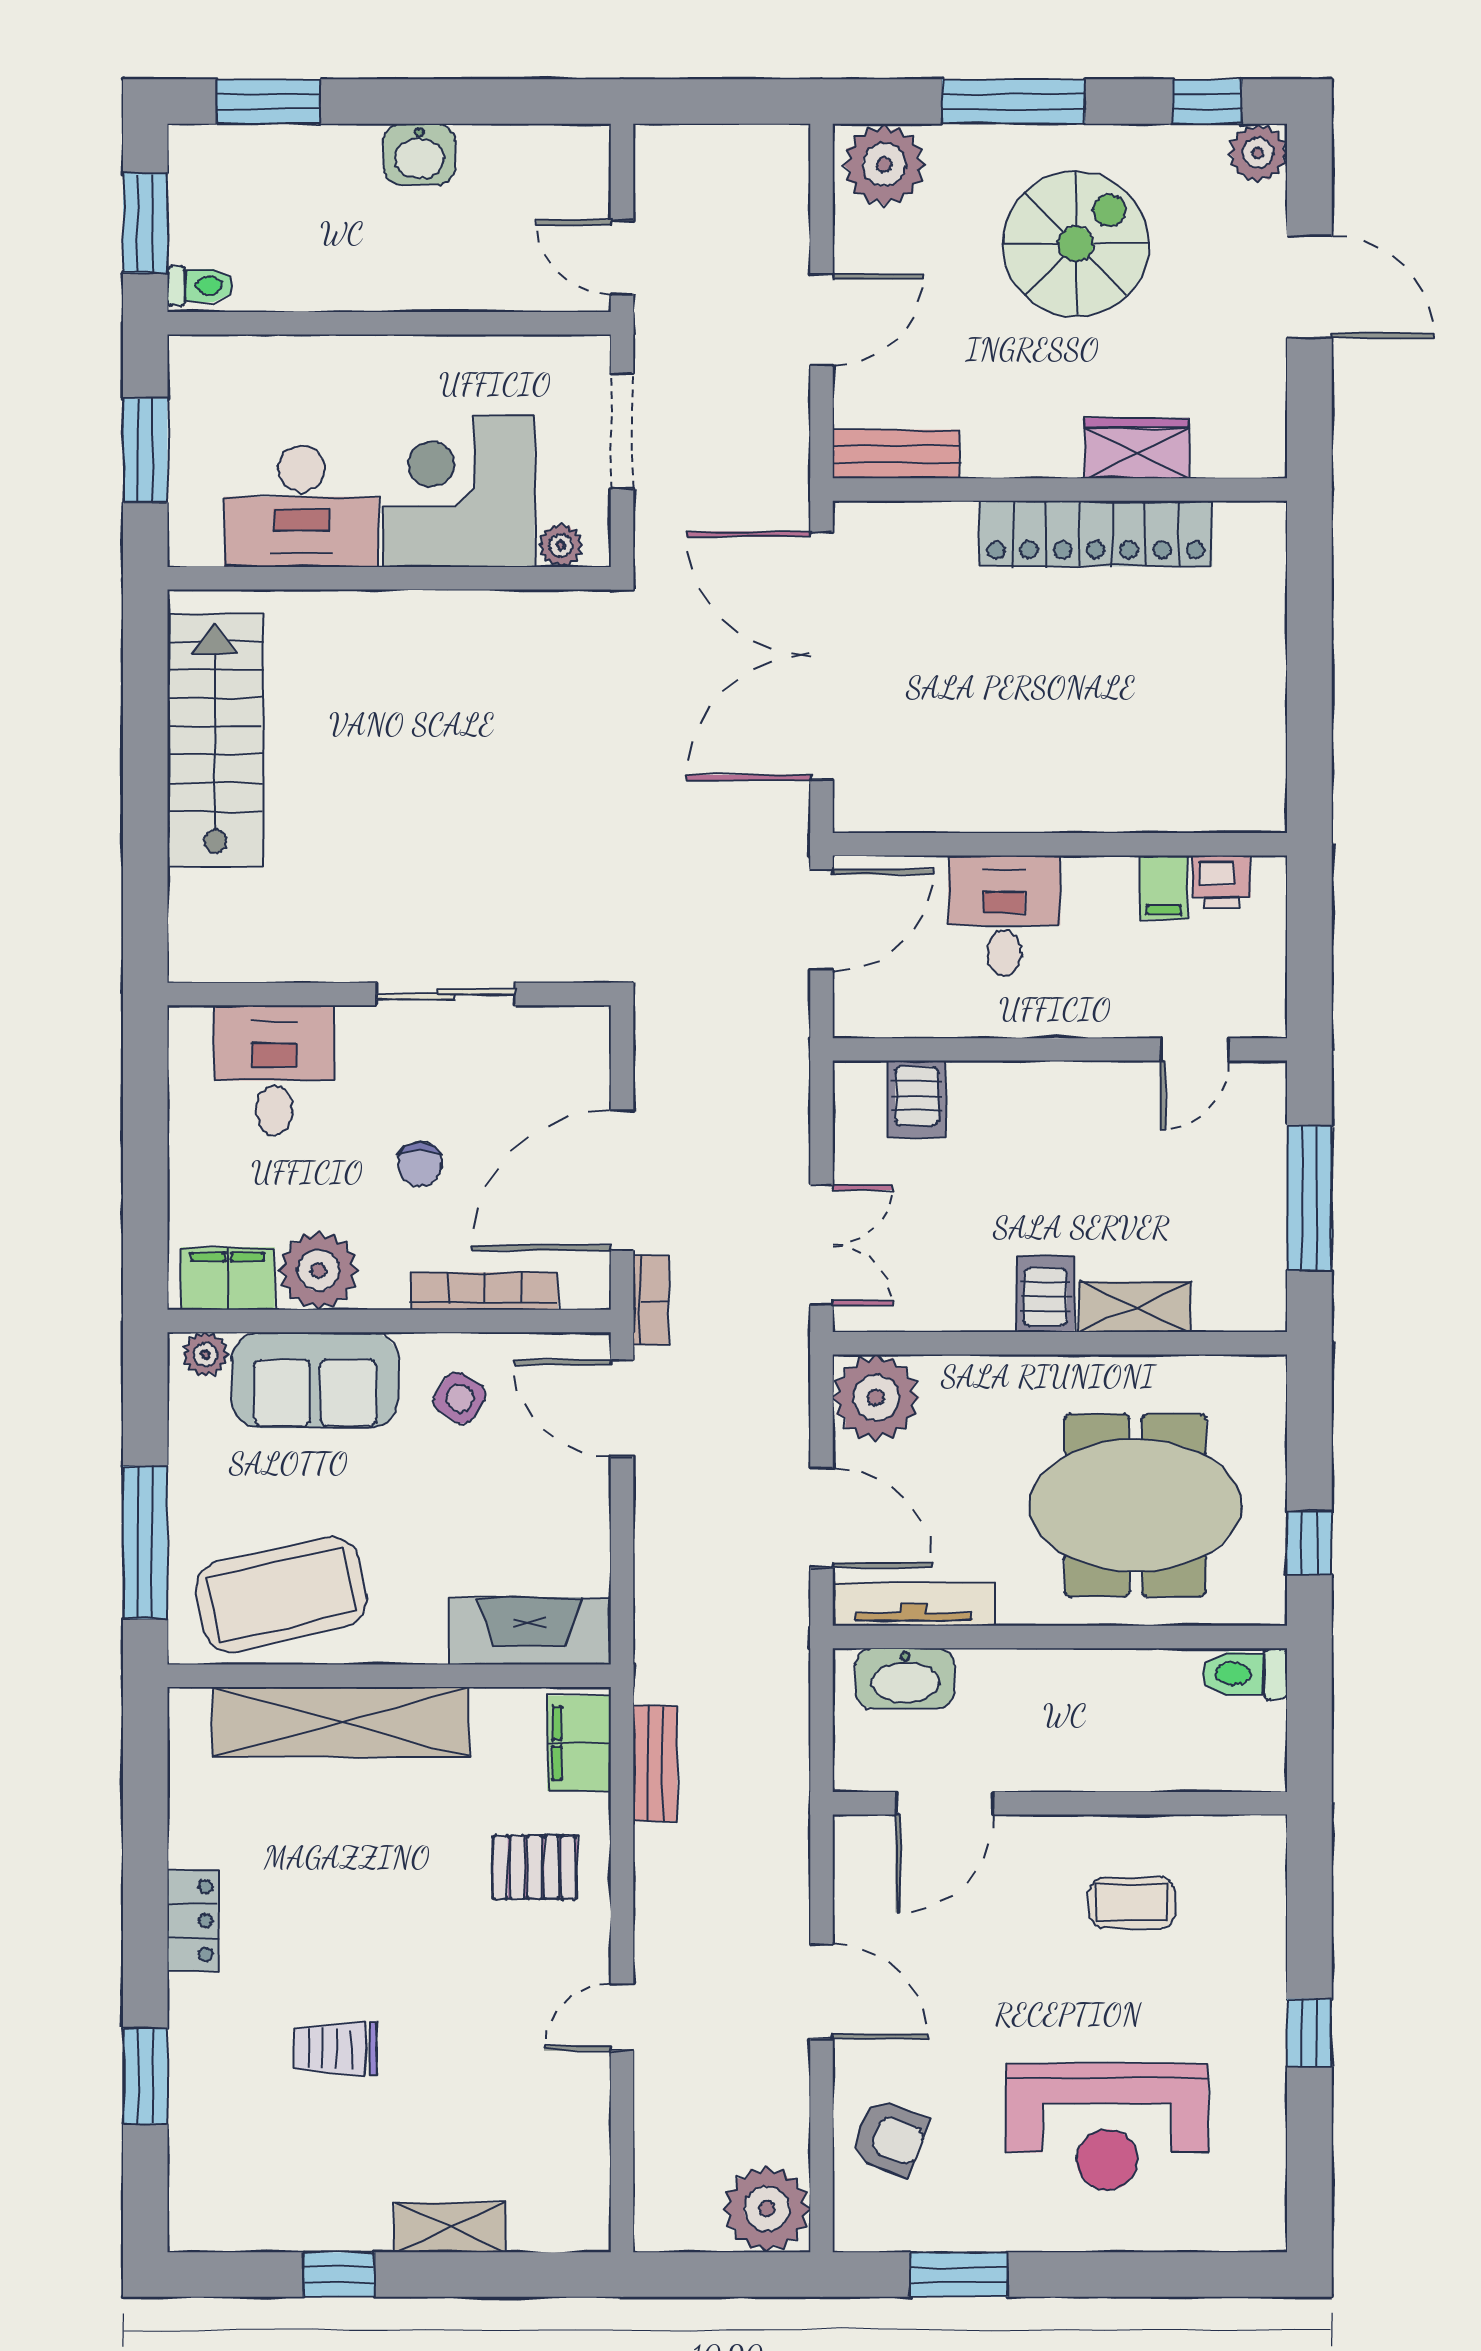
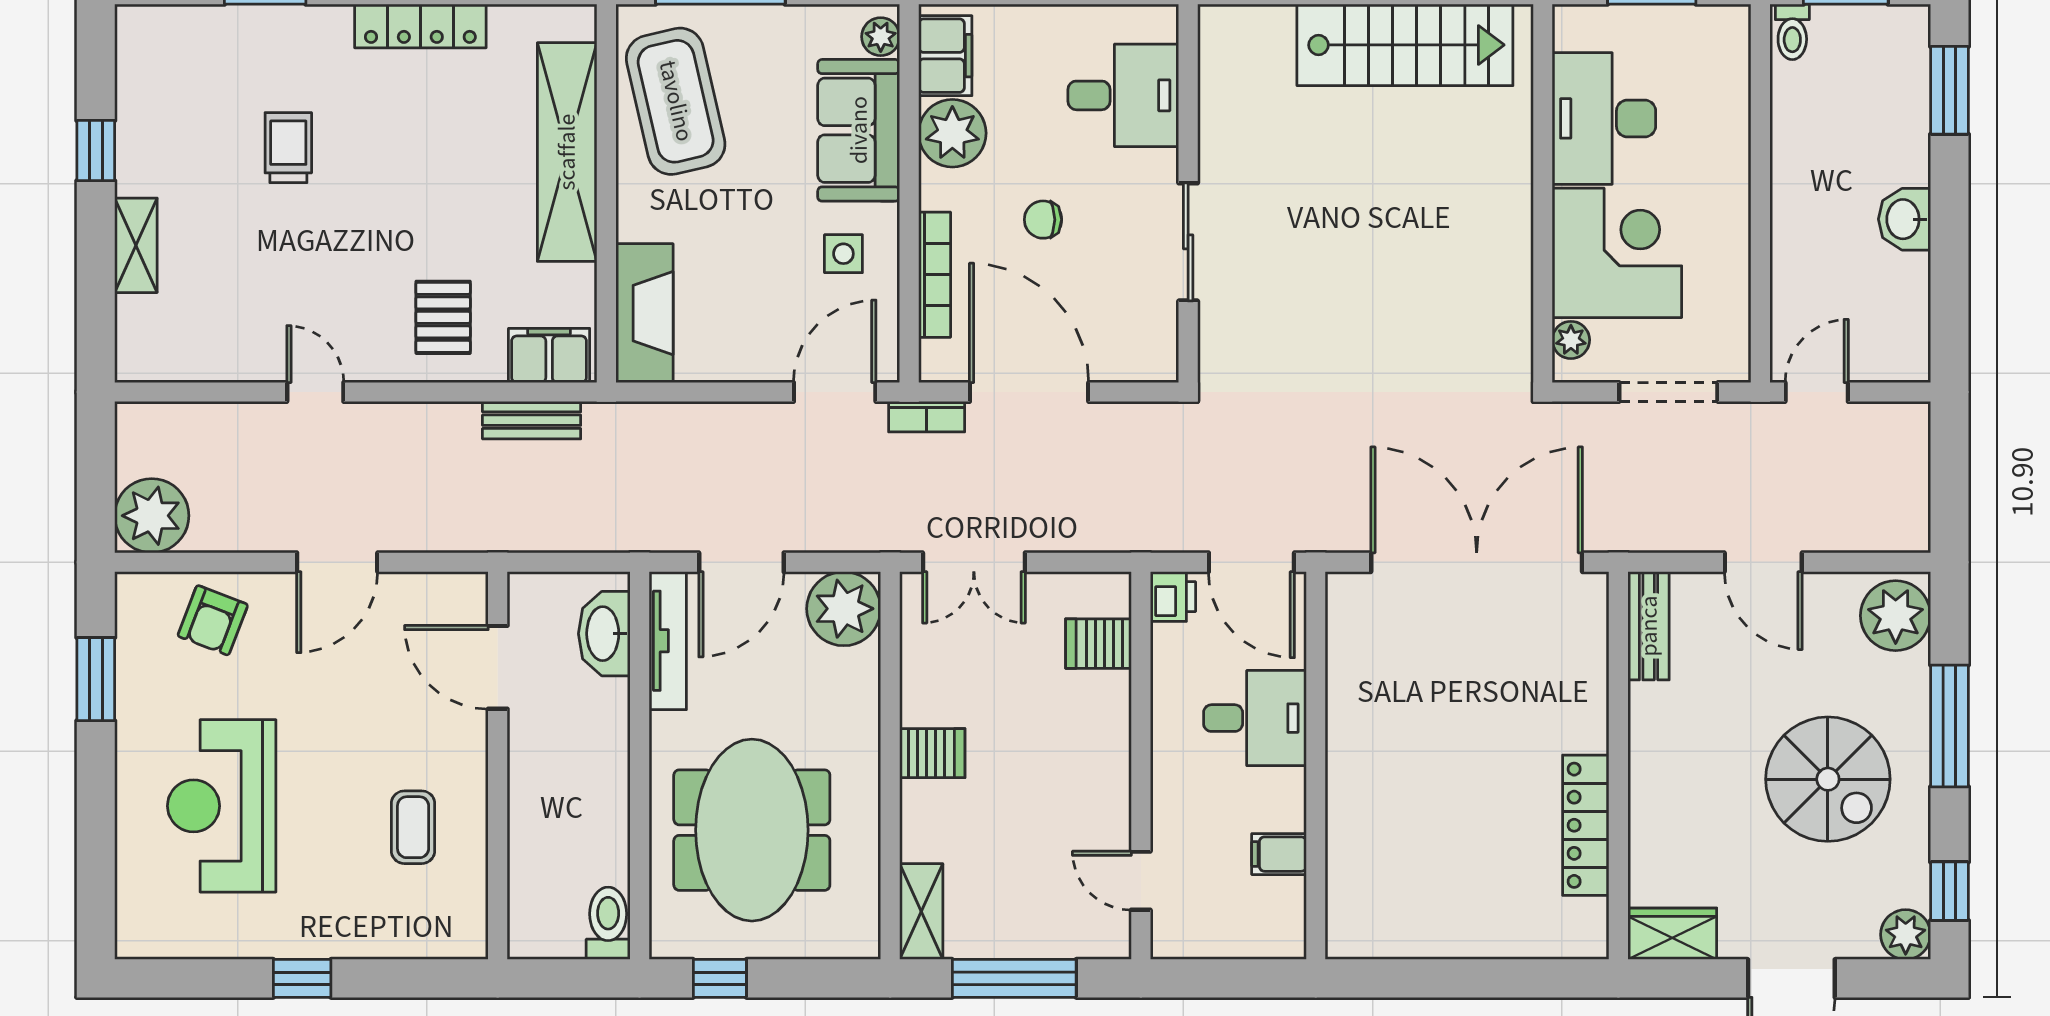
wardrobe: (1137, 448) -> (1672, 934), moved, turned -90
locker: (1096, 534) -> (1586, 825), width x0.71, depth x0.83
printer: (1221, 882) -> (1173, 597), moved, turned 180
shelving: (1135, 1307) -> (921, 912), moved
side table: (460, 1398) -> (843, 254), turned -33
locker: (193, 1921) -> (420, 26), width x1.53

